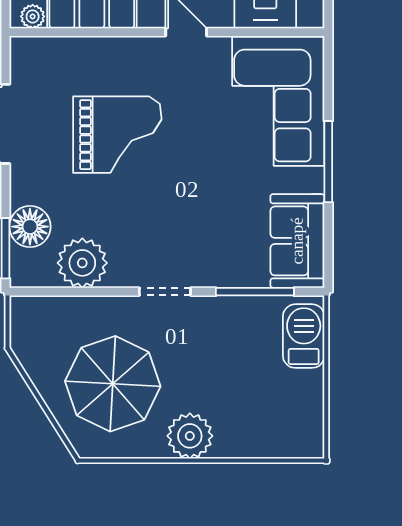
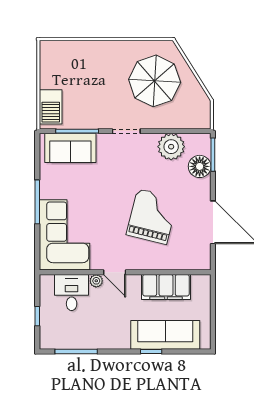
plant: (33, 16) -> (96, 281), moved
grand piano: (117, 135) -> (152, 217), turned 104
sofa: (297, 241) -> (70, 148), moved, turned 90
plant: (190, 436) -> (113, 53), removed

